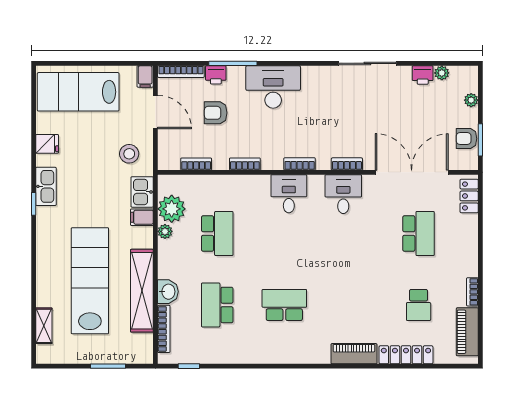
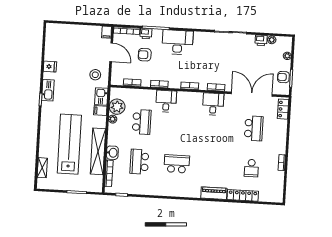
lab bench: (78, 92) -> (69, 39), removed
desk: (289, 194) -> (166, 101), moved
piano: (467, 332) -> (278, 185), removed

